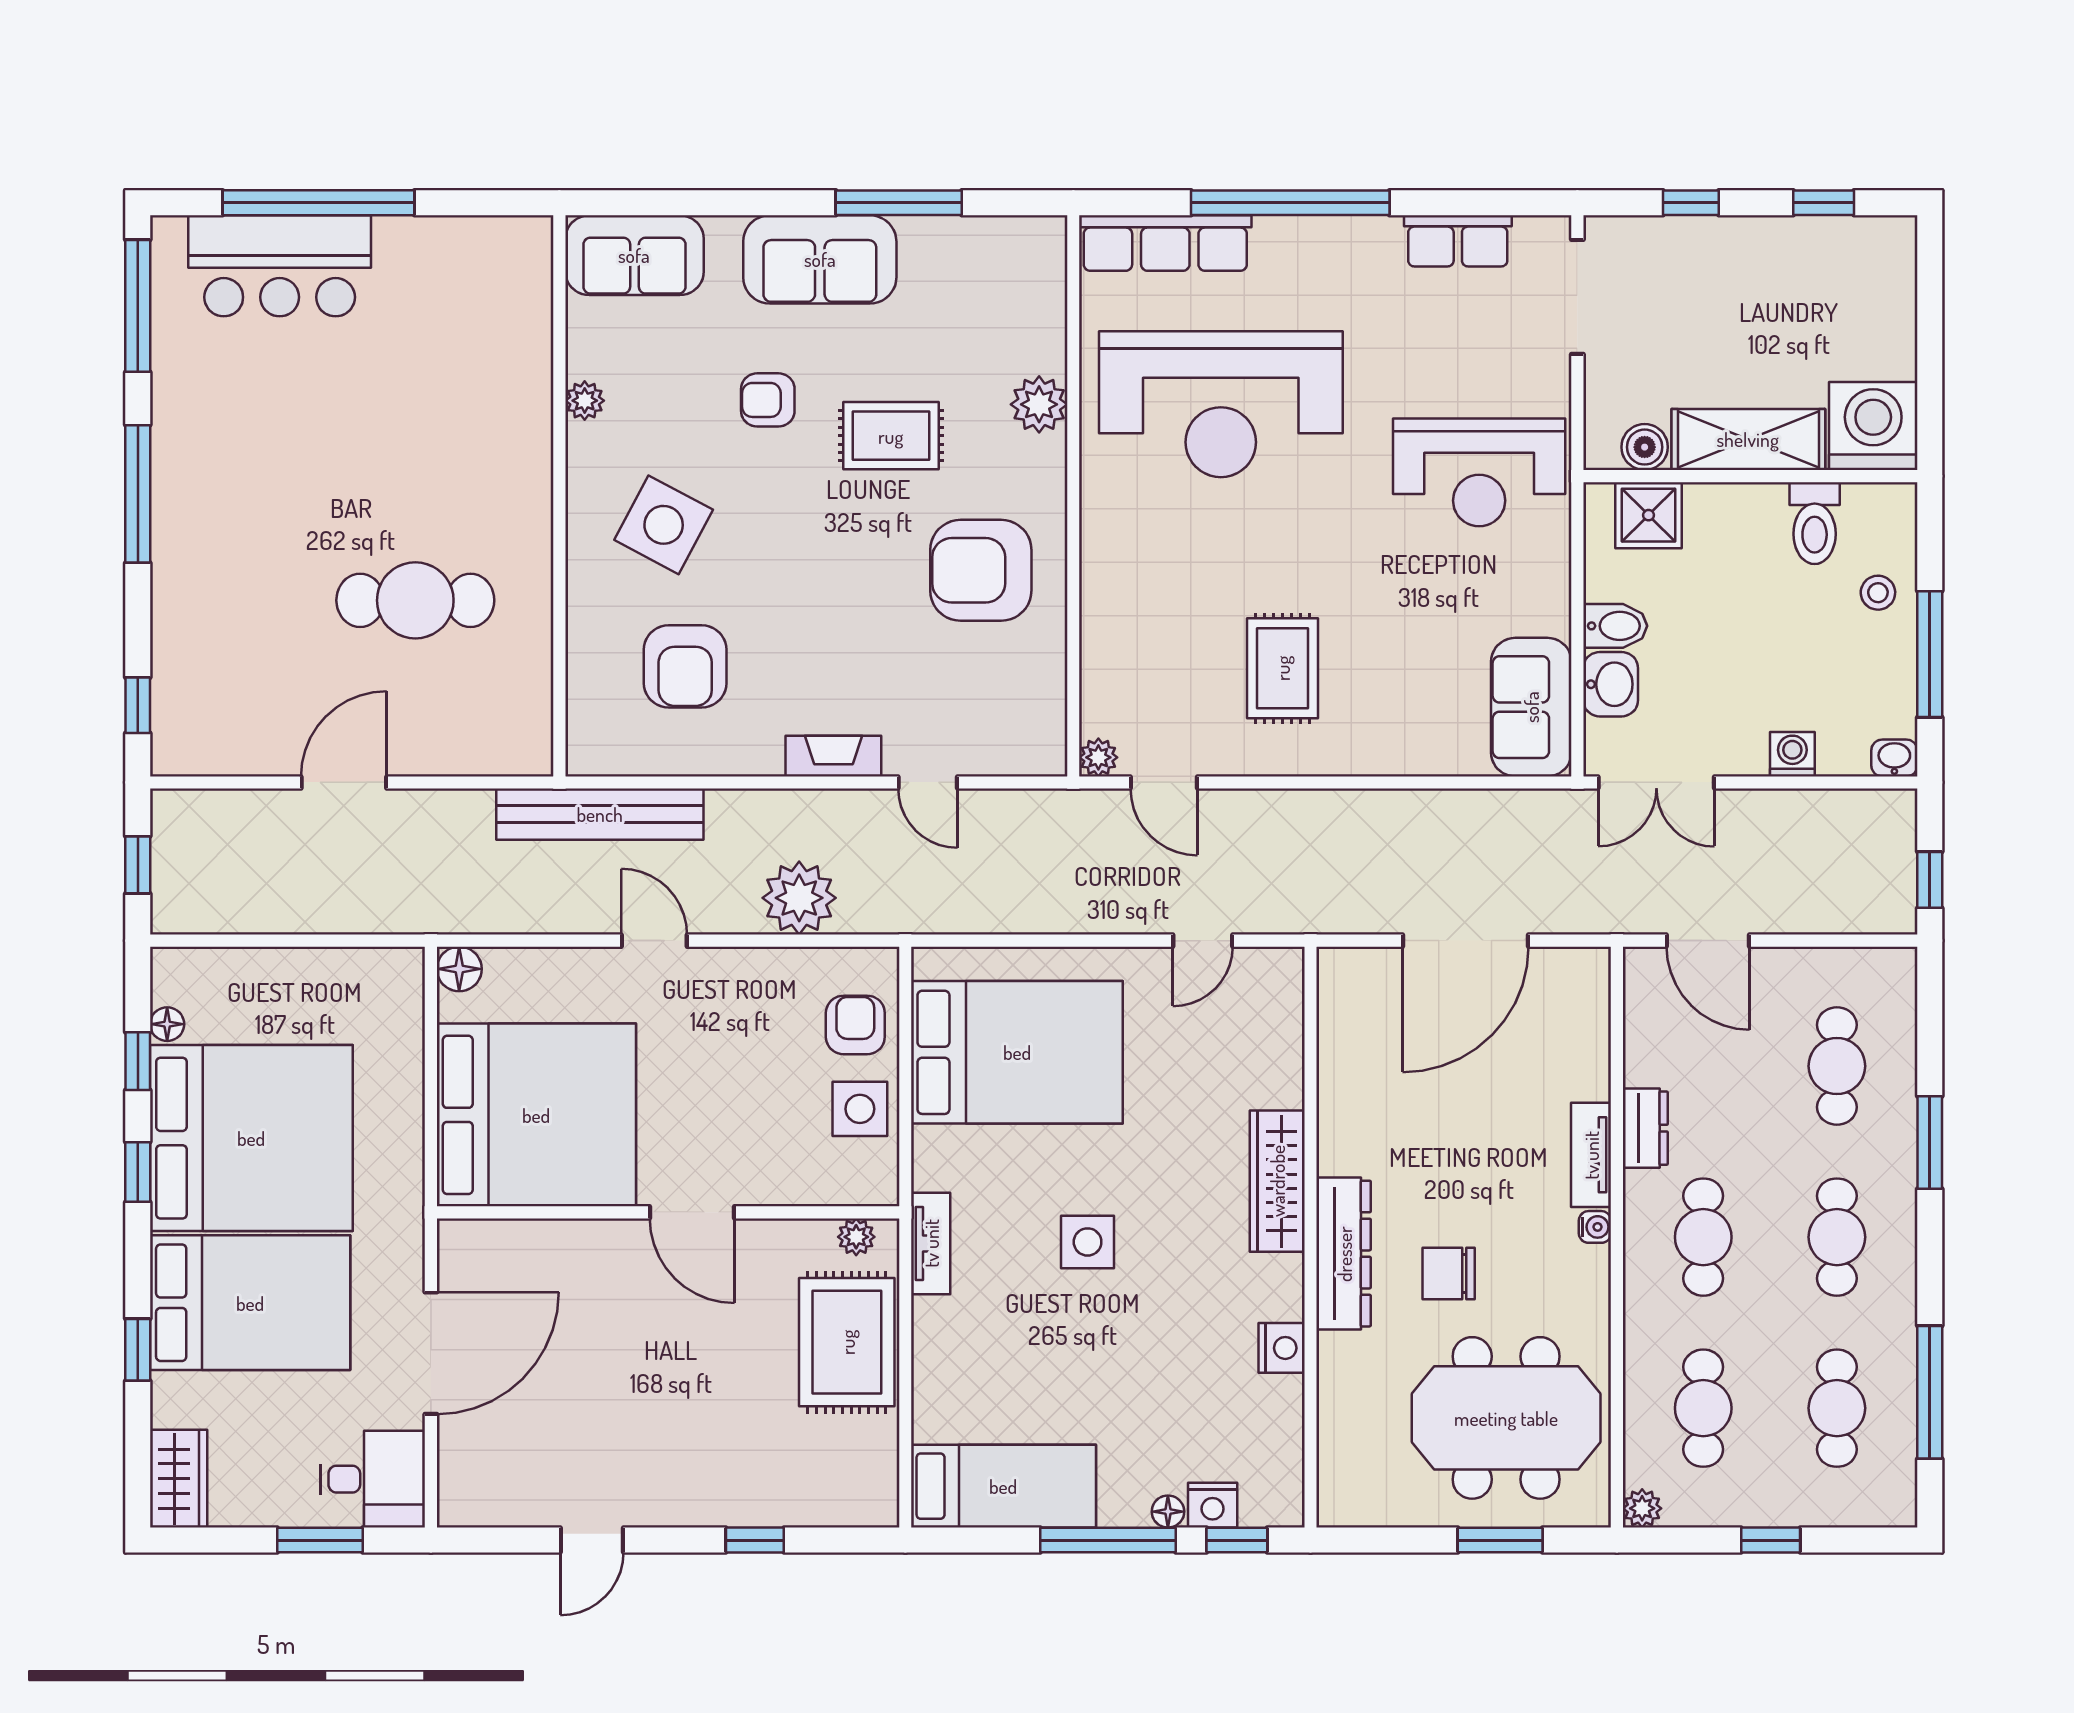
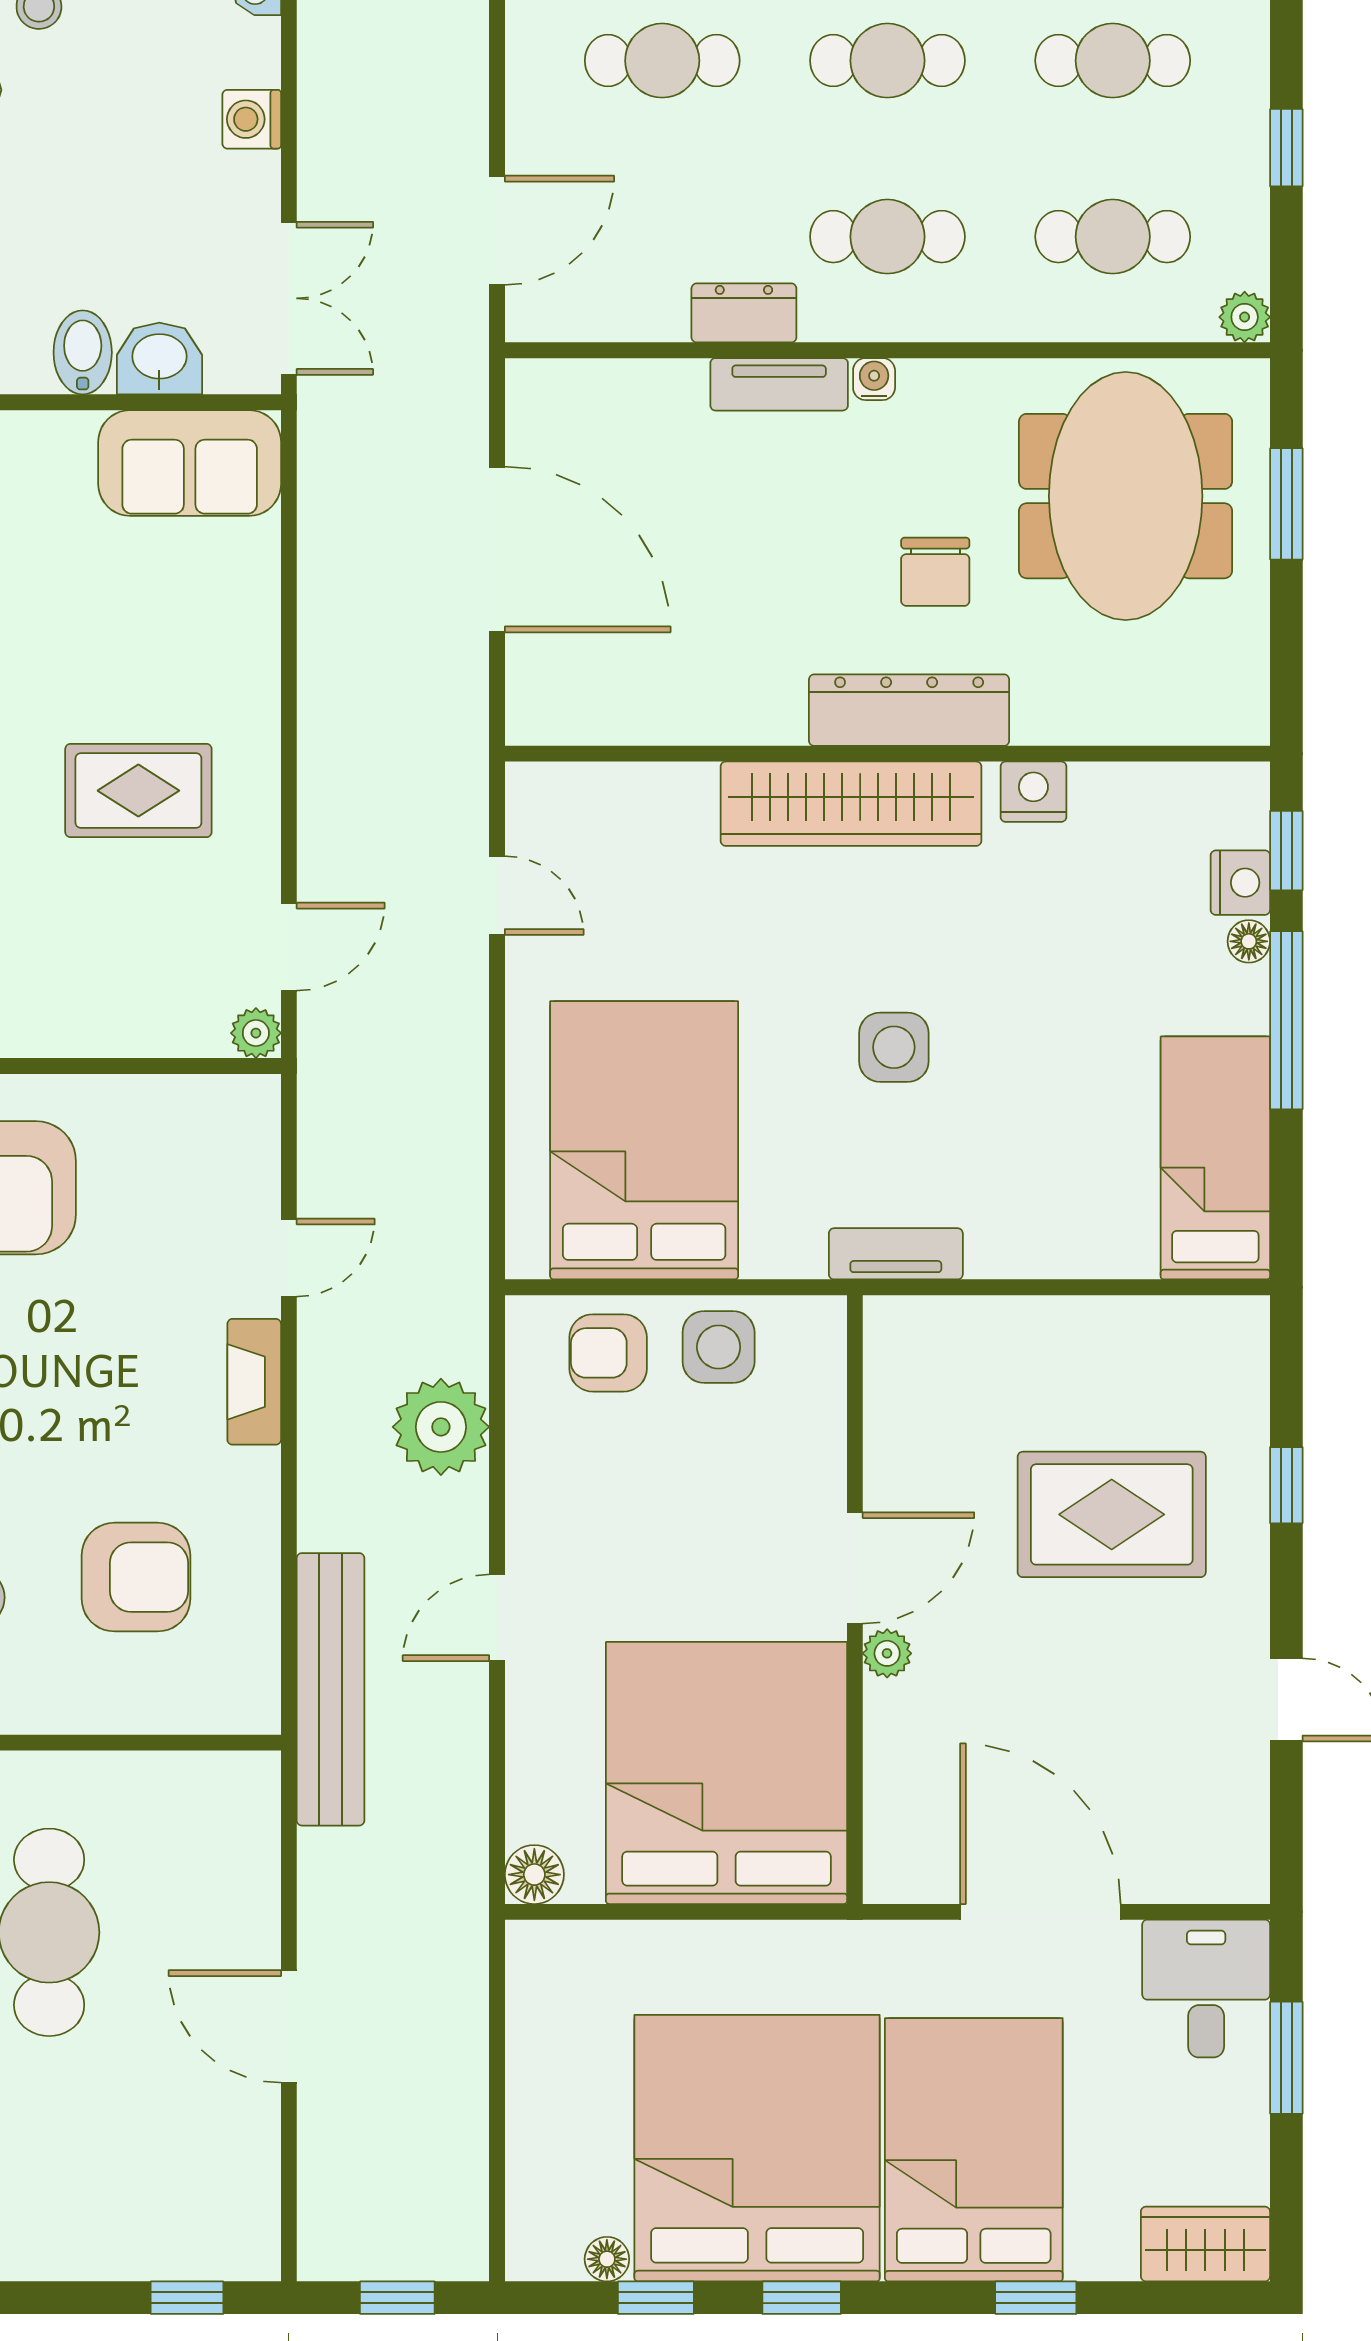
wardrobe: (1277, 1181) -> (851, 804), width x1.40, depth x1.17
plant: (856, 1237) -> (887, 1653), moved
rug: (847, 1342) -> (1112, 1514), moved

